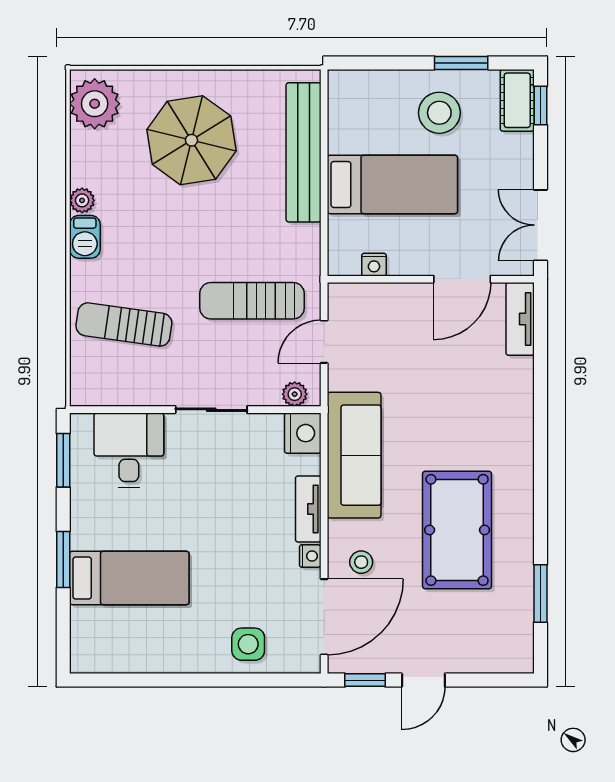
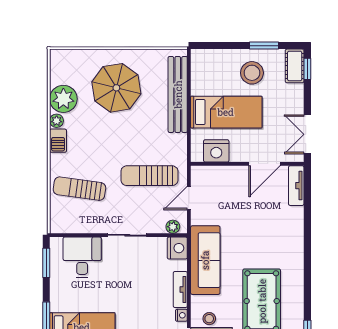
plant: (95, 104) -> (63, 99), moved
nightstand: (374, 265) -> (216, 151), width x1.89, depth x1.79

